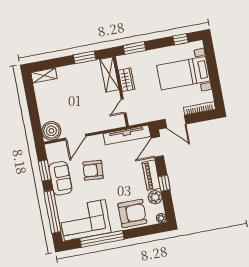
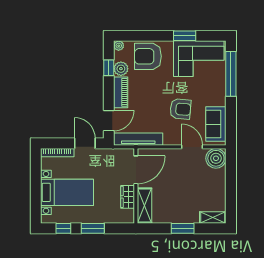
window: (134, 48) -> (93, 228), moved
window: (85, 57) -> (183, 228), moved
door: (124, 106) -> (136, 170), width x1.88
door: (76, 137) -> (192, 147), hinge flipped
window: (45, 171) -> (231, 118), removed
sofa: (60, 178) -> (216, 124), moved
window: (164, 183) -> (109, 68), moved
window: (102, 239) -> (185, 36), width x0.47

